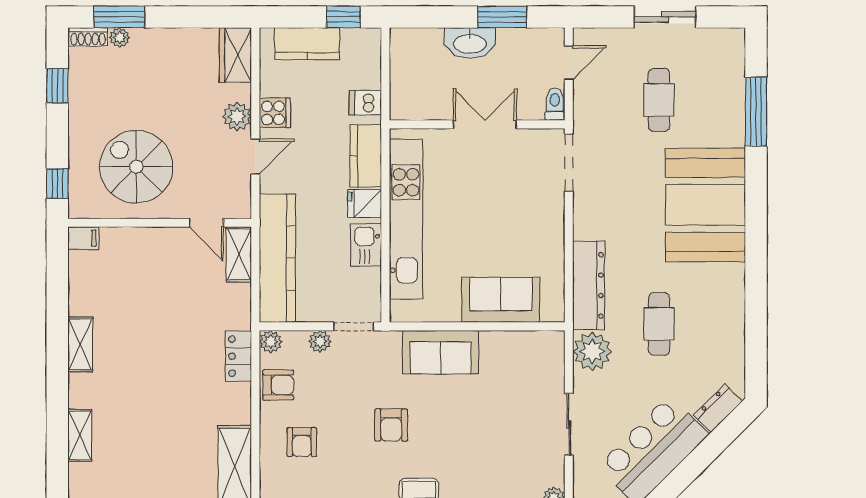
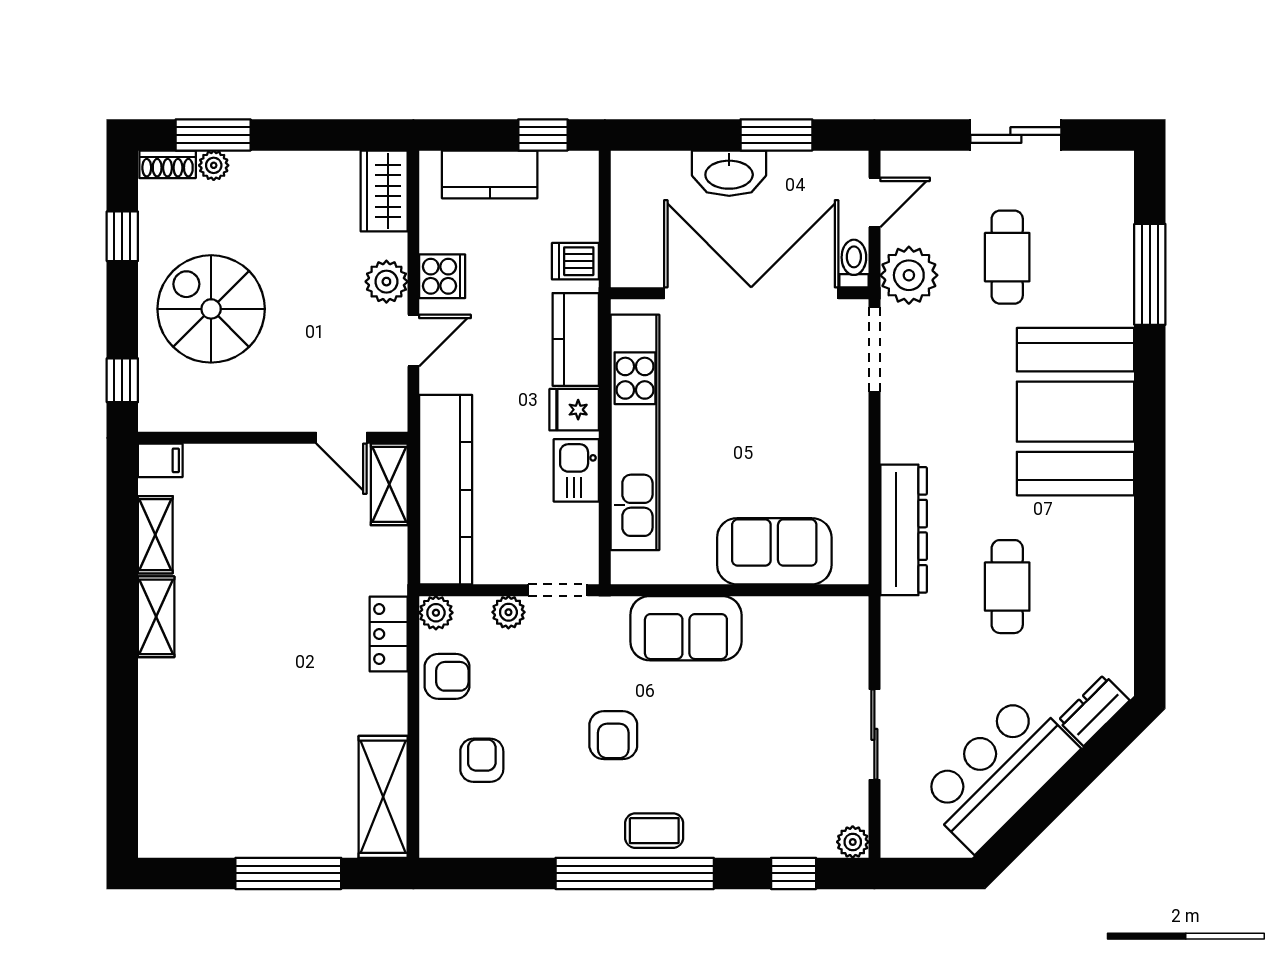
double door: (485, 124) -> (751, 293), width x1.87
spiral stairs: (136, 167) -> (211, 309), moved
plant: (592, 351) -> (909, 275), moved
shelving: (80, 435) -> (155, 535), moved
armchair: (302, 442) -> (482, 760), turned 180

